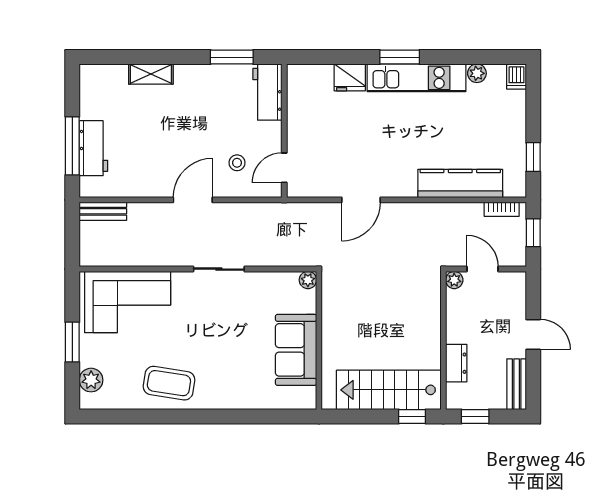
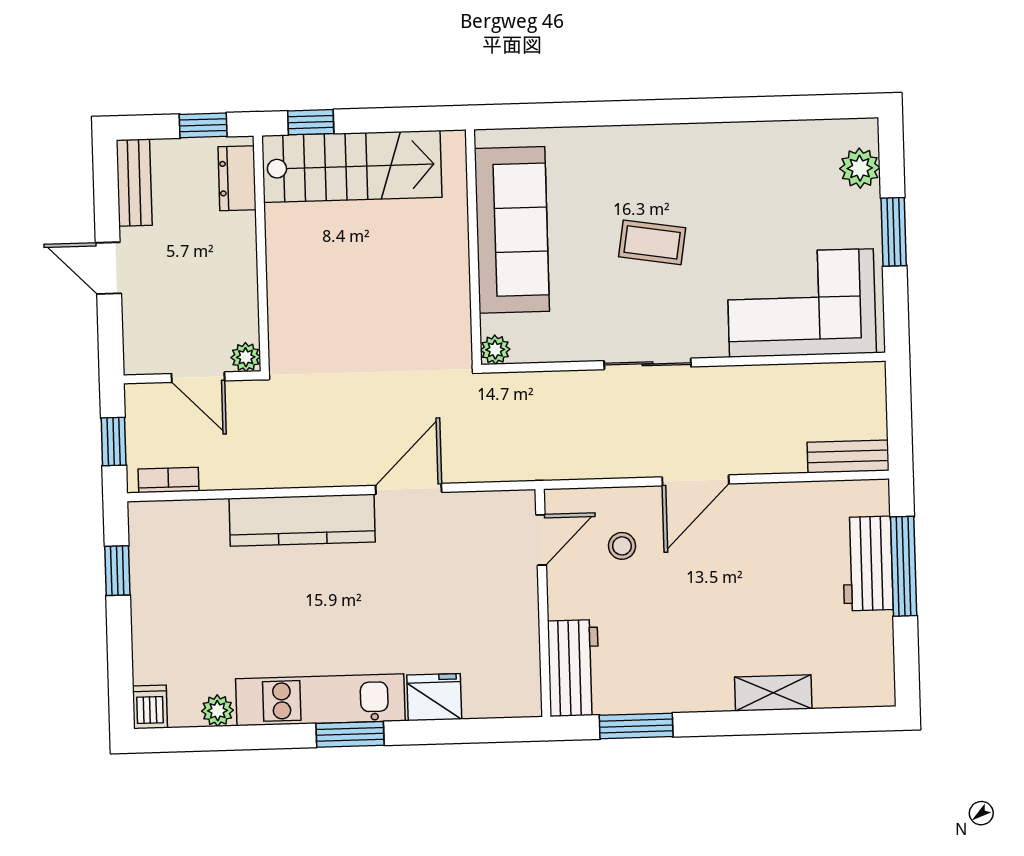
kitchen counter: (460, 183) -> (302, 520), moved
sofa: (296, 350) -> (512, 230), width x1.36
dresser: (456, 363) -> (237, 178), moved
coffee table: (169, 383) -> (652, 242), moved, width x0.73, depth x0.77

